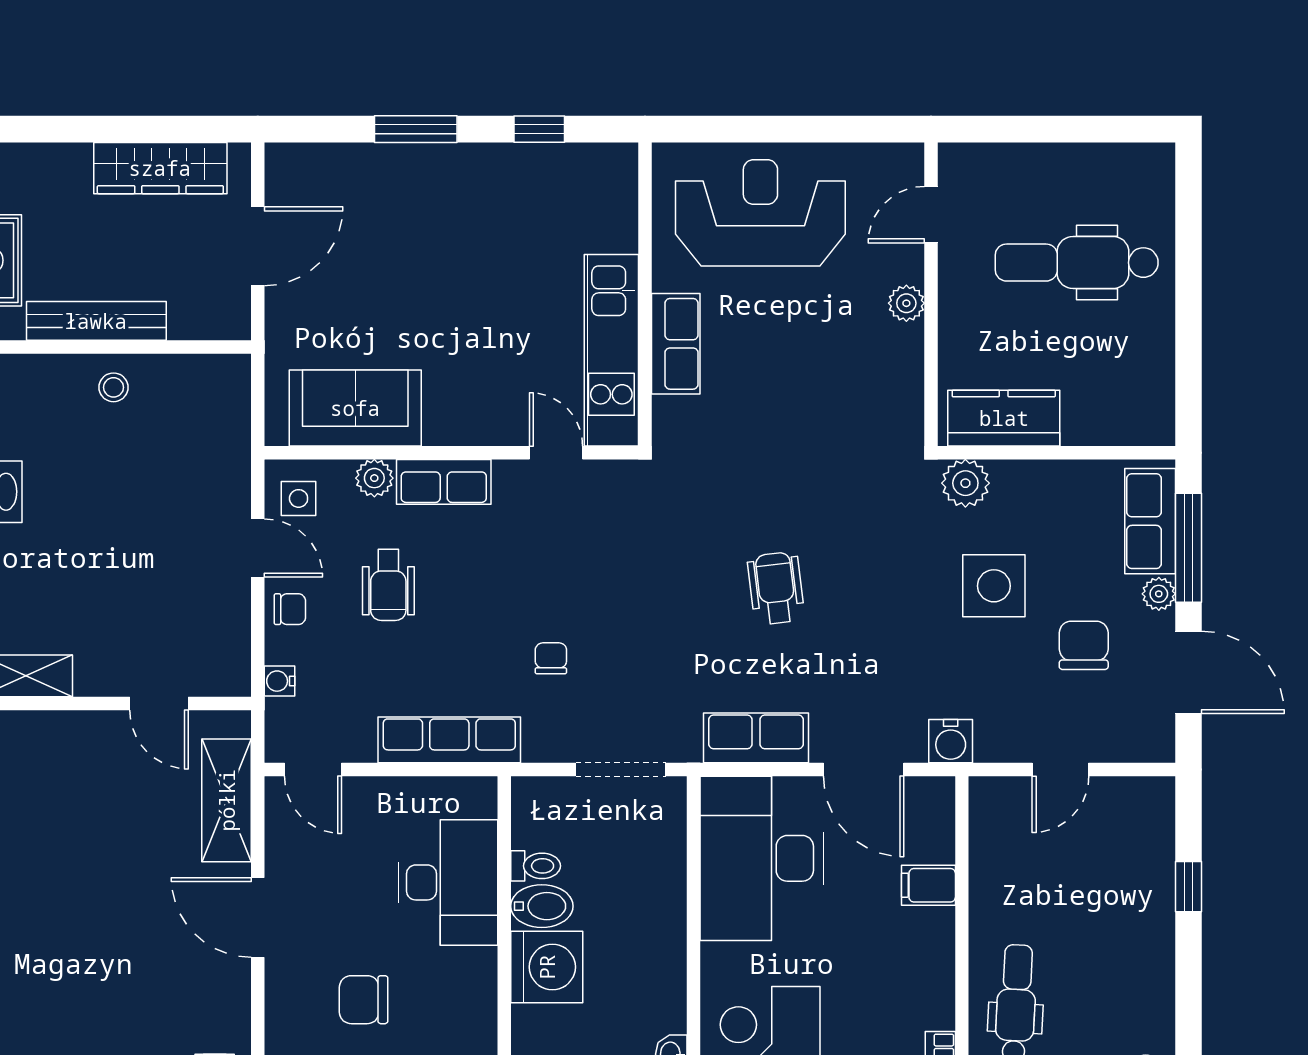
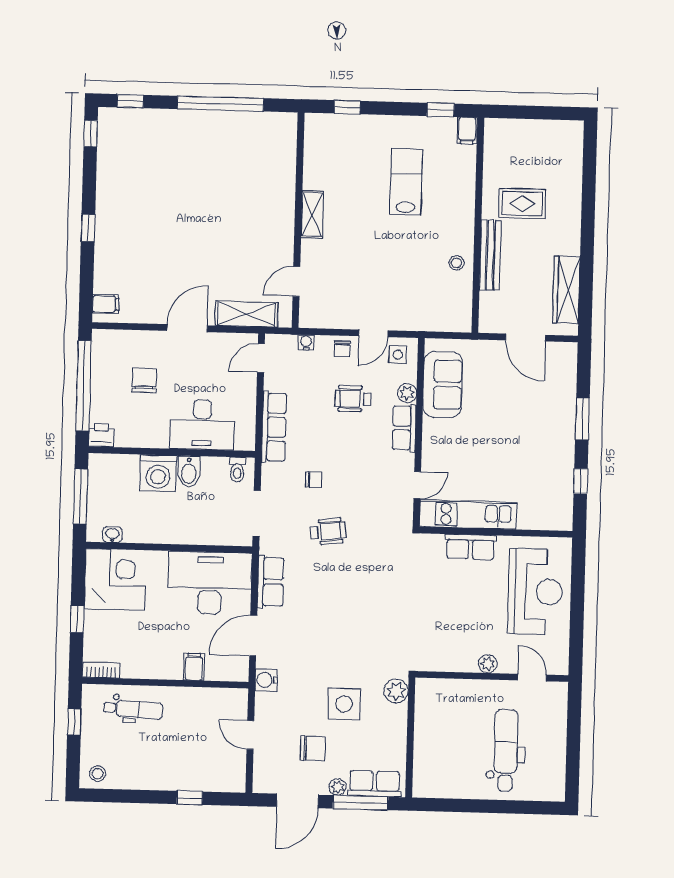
kitchen counter: (1004, 418) -> (428, 711), removed
wheelchair: (776, 588) -> (328, 532), moved
toilet: (536, 866) -> (237, 470), moved

